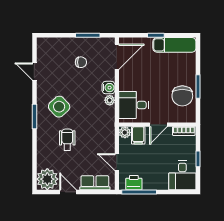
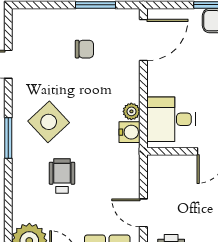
water cooler: (108, 88) -> (130, 132), moved
plant: (125, 132) -> (156, 164), removed
filing cabinet: (138, 135) -> (178, 169), removed

